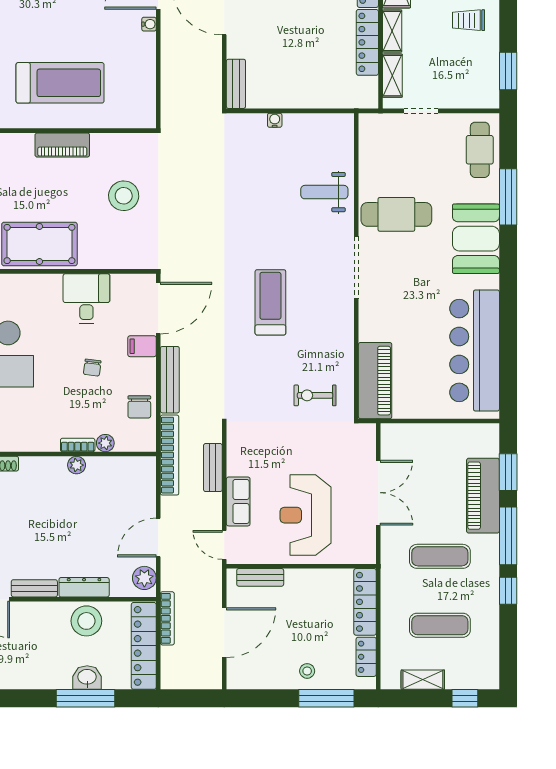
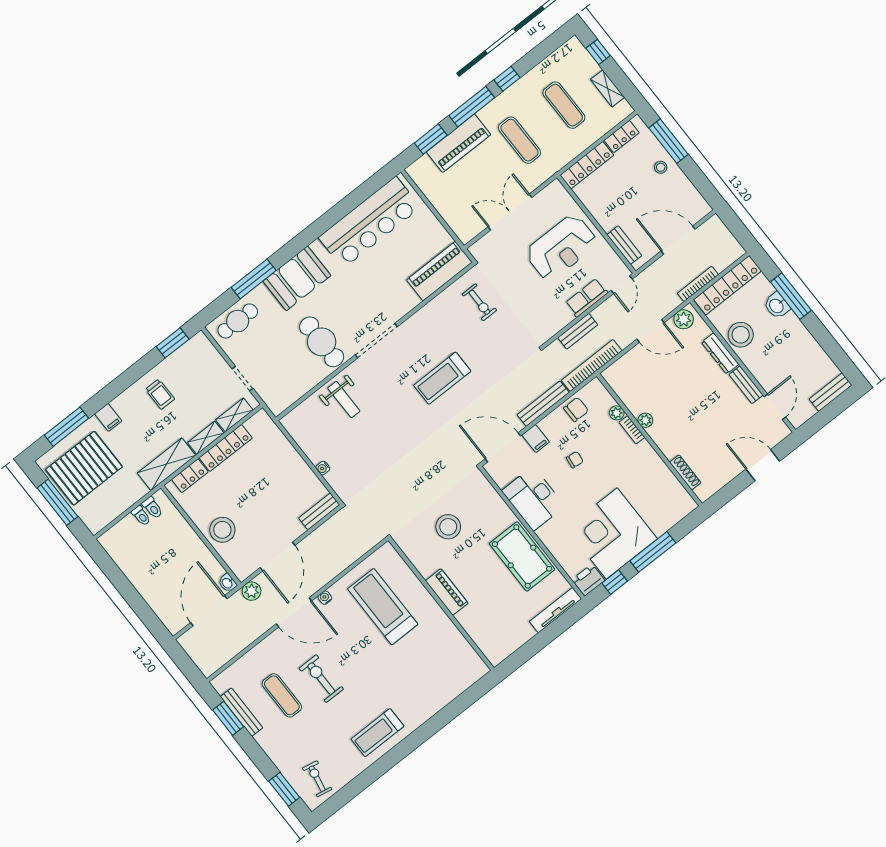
treadmill: (60, 83) -> (383, 607), moved
desk: (86, 299) -> (533, 498), width x1.37

